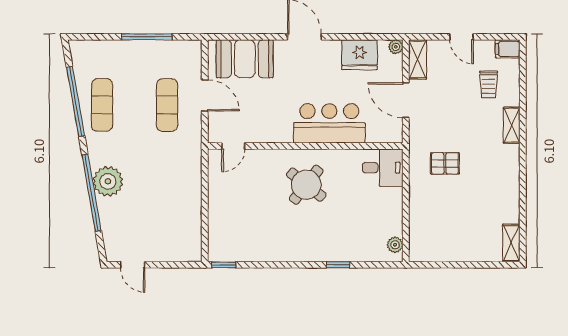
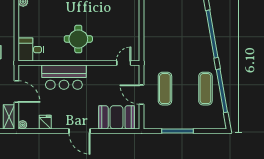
fridge: (360, 55) -> (45, 122), width x0.53, depth x0.75
plant: (108, 181) -> (202, 41), removed
round table: (306, 185) -> (78, 39), turned -38

